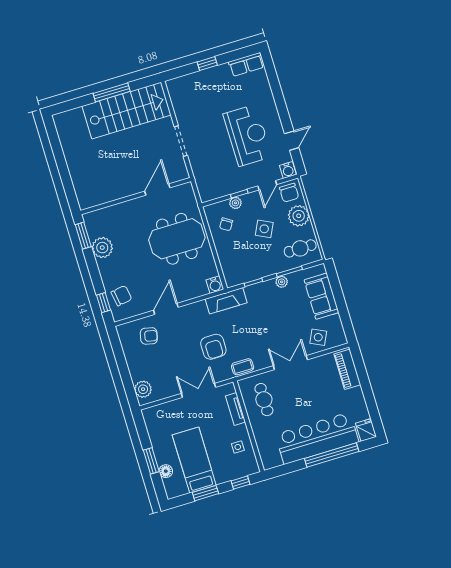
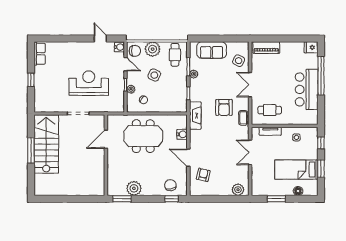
reception desk: (247, 135) -> (89, 83), moved
door: (157, 189) -> (106, 139), hinge flipped
meeting table: (177, 239) -> (143, 136), turned 90
water cooler: (215, 285) -> (182, 134), moved
armchair: (213, 347) -> (224, 107), moved, turned 90
bar counter: (317, 438) -> (307, 89), width x0.73
window: (151, 461) -> (276, 199), moved

